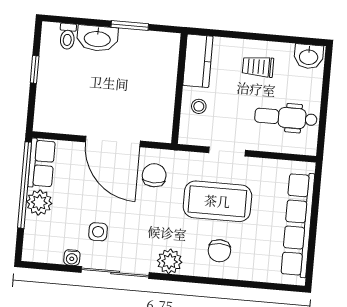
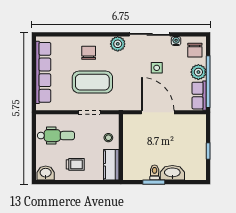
toilet: (68, 36) -> (155, 172), moved
chair: (154, 175) -> (195, 50), moved
side table: (98, 232) -> (157, 68), moved

